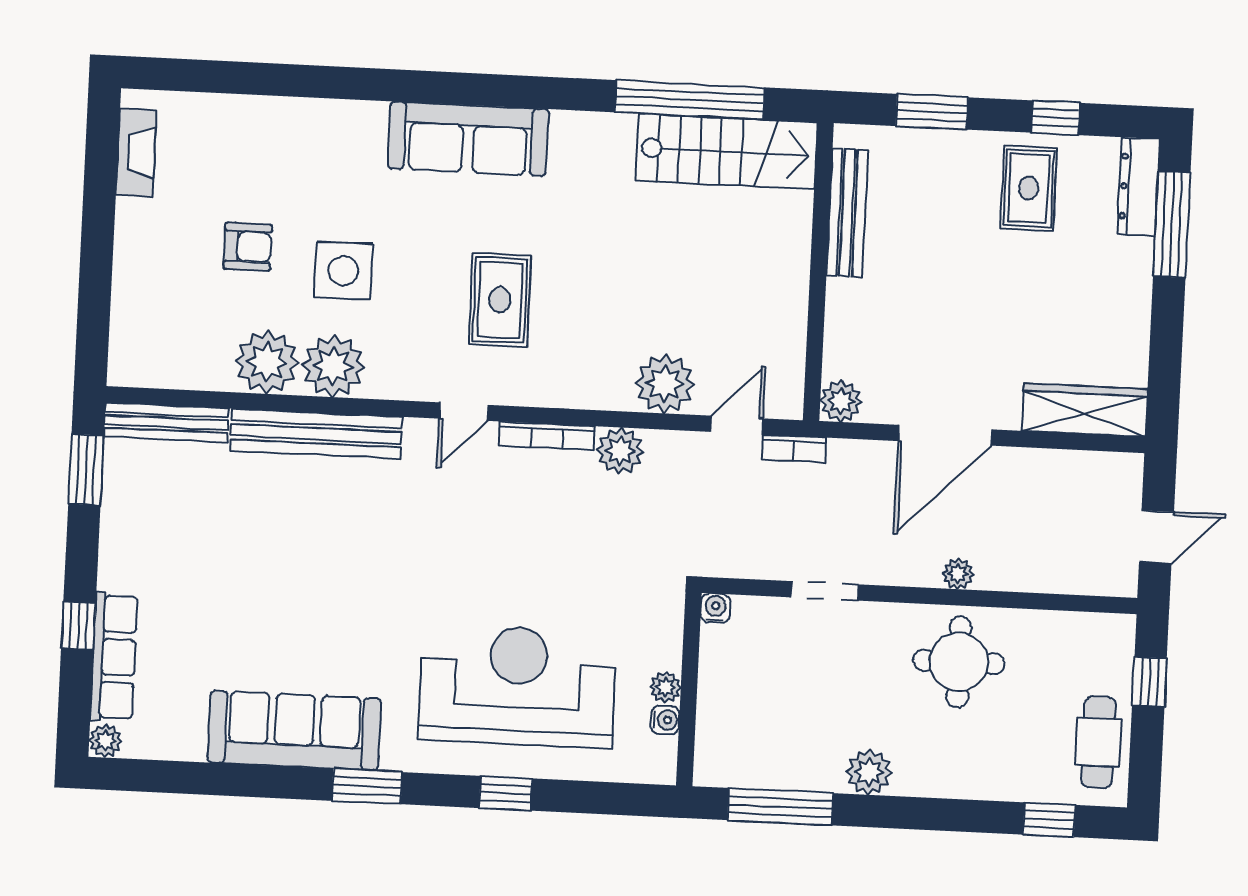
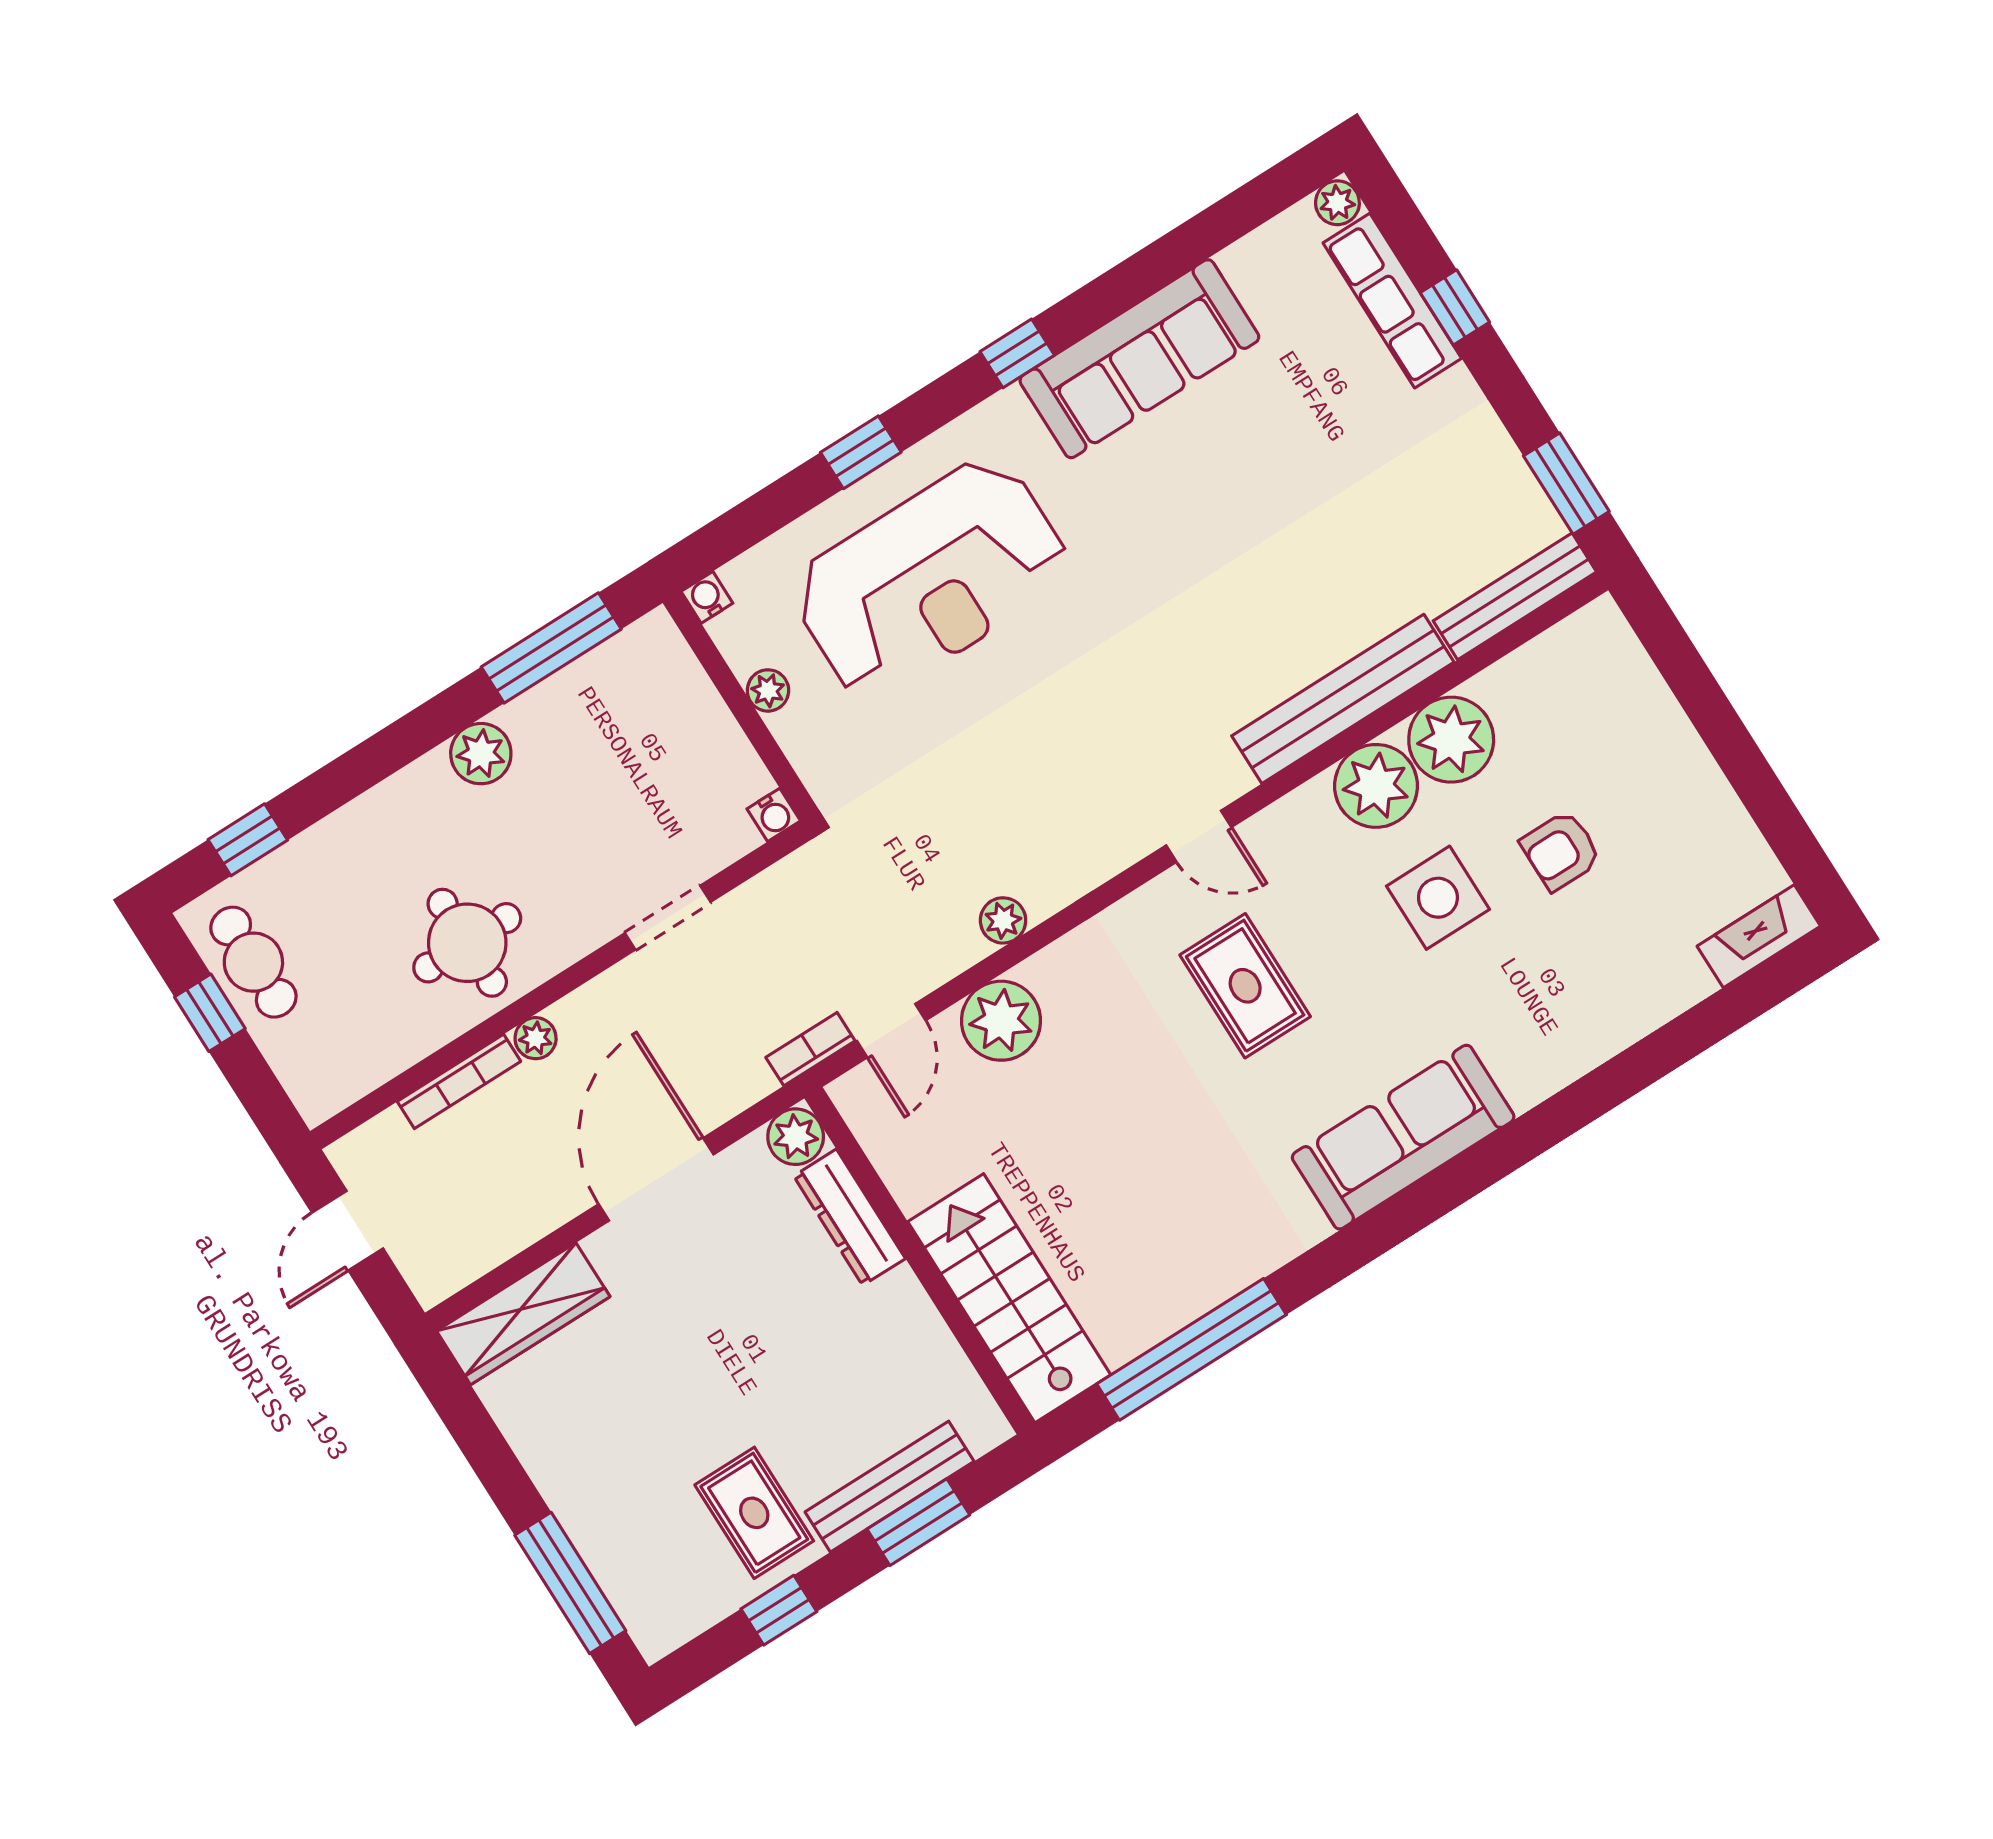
stairs: (727, 152) -> (1009, 1298), moved, turned 90
fireplace: (136, 153) -> (1759, 936), moved, turned 90
dresser: (1138, 187) -> (850, 1217), moved, turned 180
bench: (847, 213) -> (890, 1487), moved, turned 90
door: (464, 412) -> (1199, 836), swing flipped
bookcase: (547, 436) -> (459, 1081), moved, turned 180
plant: (620, 451) -> (1003, 920), width x0.73, depth x0.73
window: (1149, 682) -> (210, 1013), moved
water cooler: (665, 720) -> (707, 597), moved, turned 90
window: (367, 786) -> (1017, 353), width x0.67

